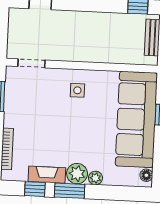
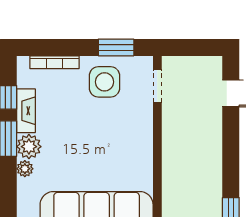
side table: (77, 90) -> (104, 82), moved, width x1.87, depth x1.87

